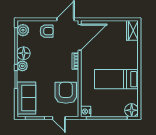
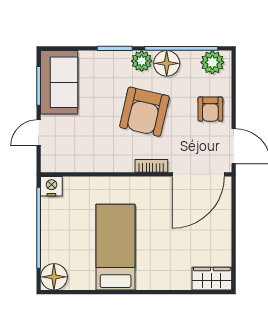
door: (80, 37) -> (198, 174), hinge flipped
armchair: (66, 93) -> (144, 112), moved, turned 103
sofa: (26, 98) -> (59, 82), moved, turned -90

